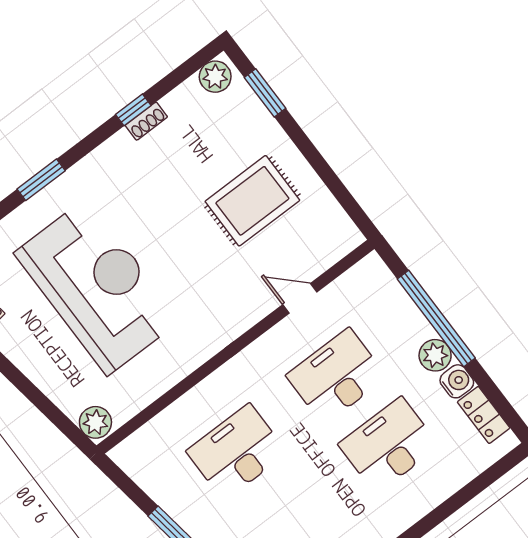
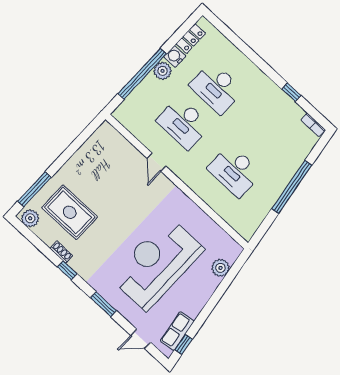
window: (265, 93) -> (34, 189), width x1.44
window: (133, 110) -> (67, 270), moved
rug: (252, 201) -> (70, 212), moved
door: (300, 298) -> (156, 162), moved
plant: (95, 422) -> (220, 268), moved

